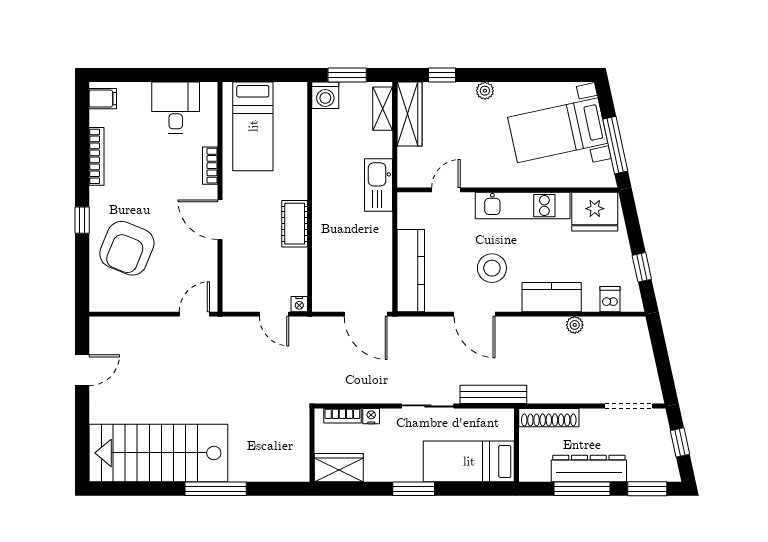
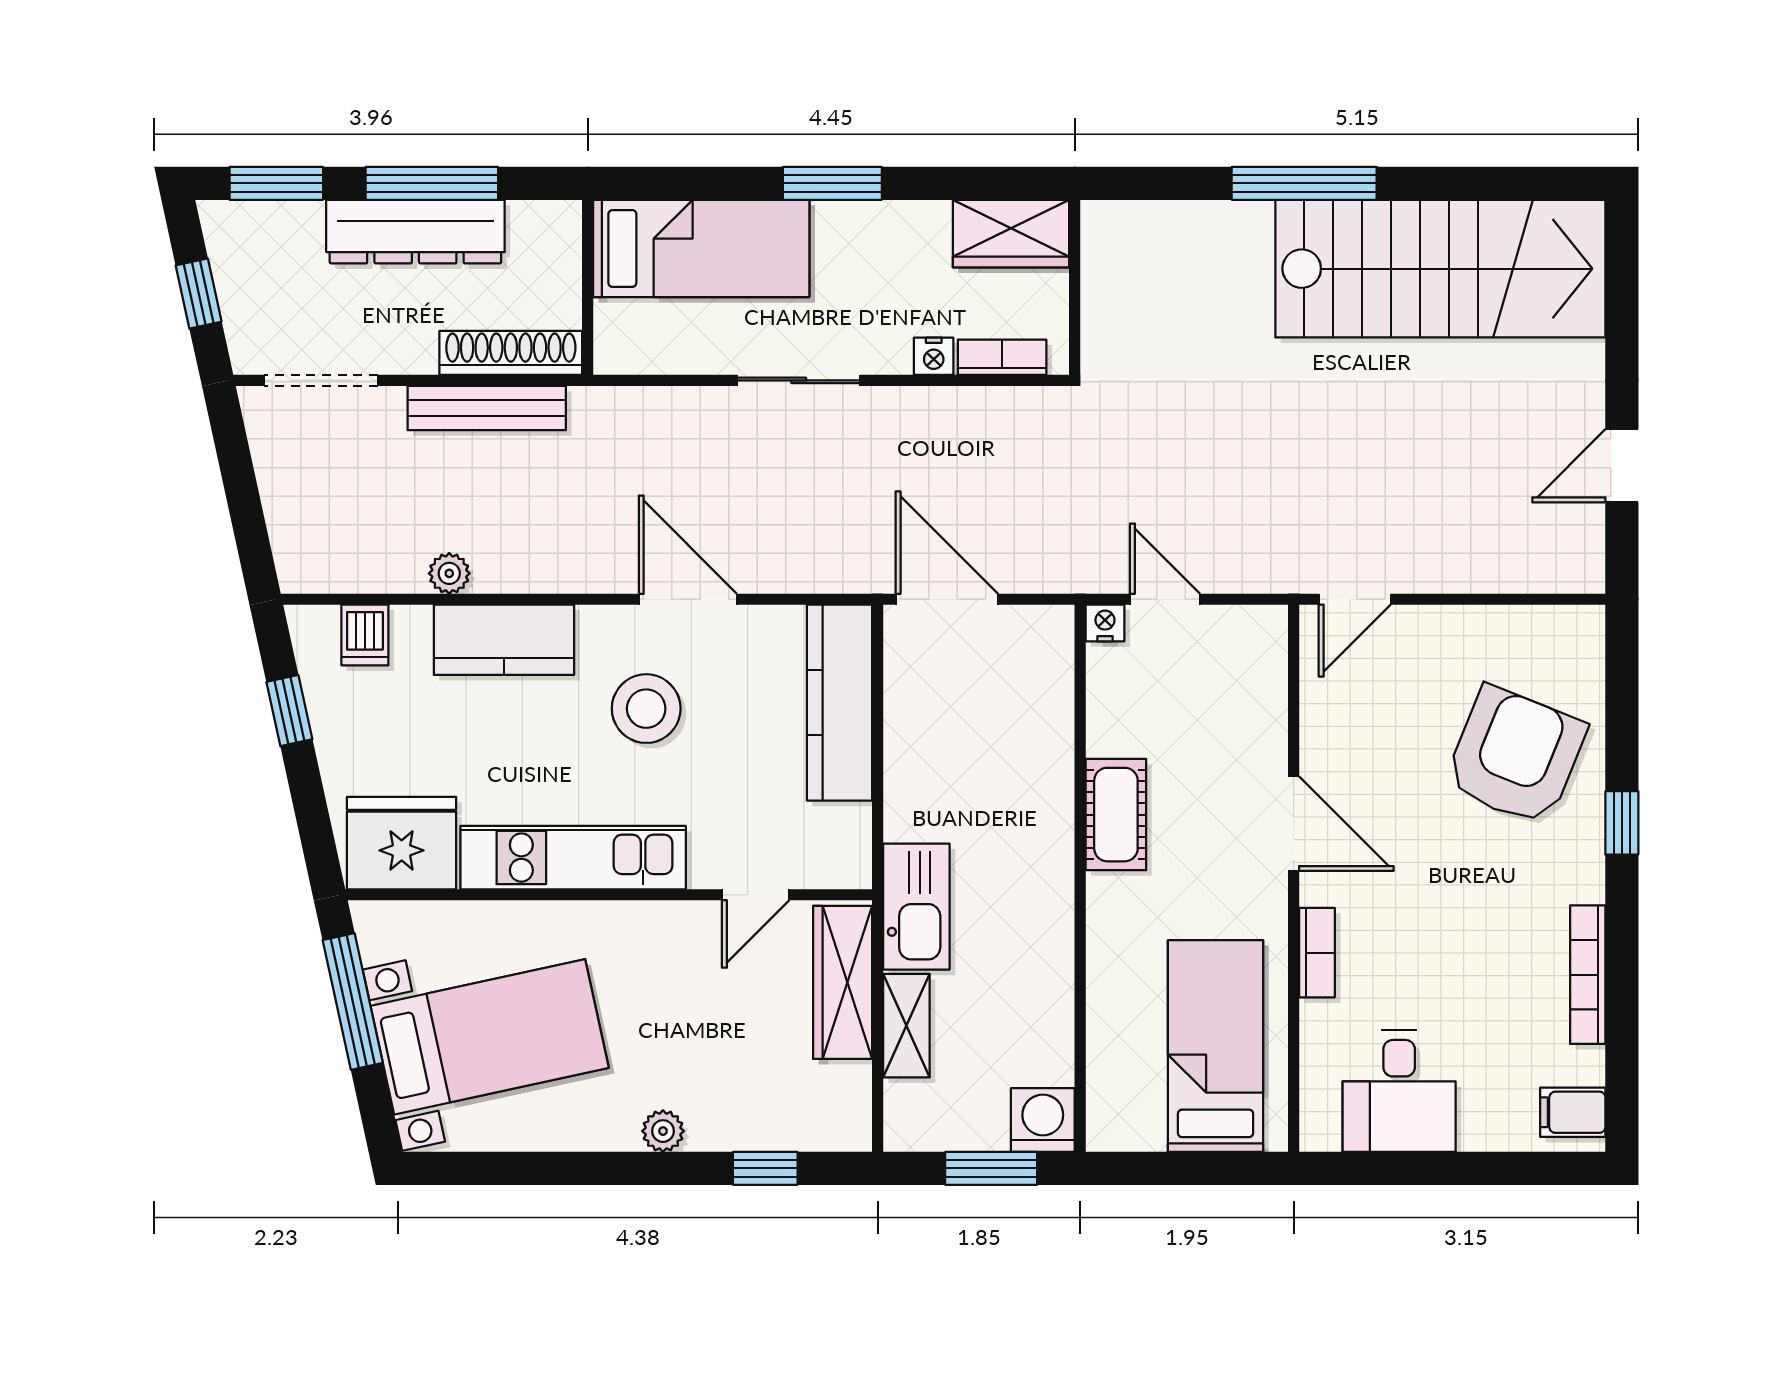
shelving: (383, 109) -> (906, 1026), moved
wardrobe: (409, 114) -> (843, 982), moved
bench: (493, 394) -> (487, 408), moved

